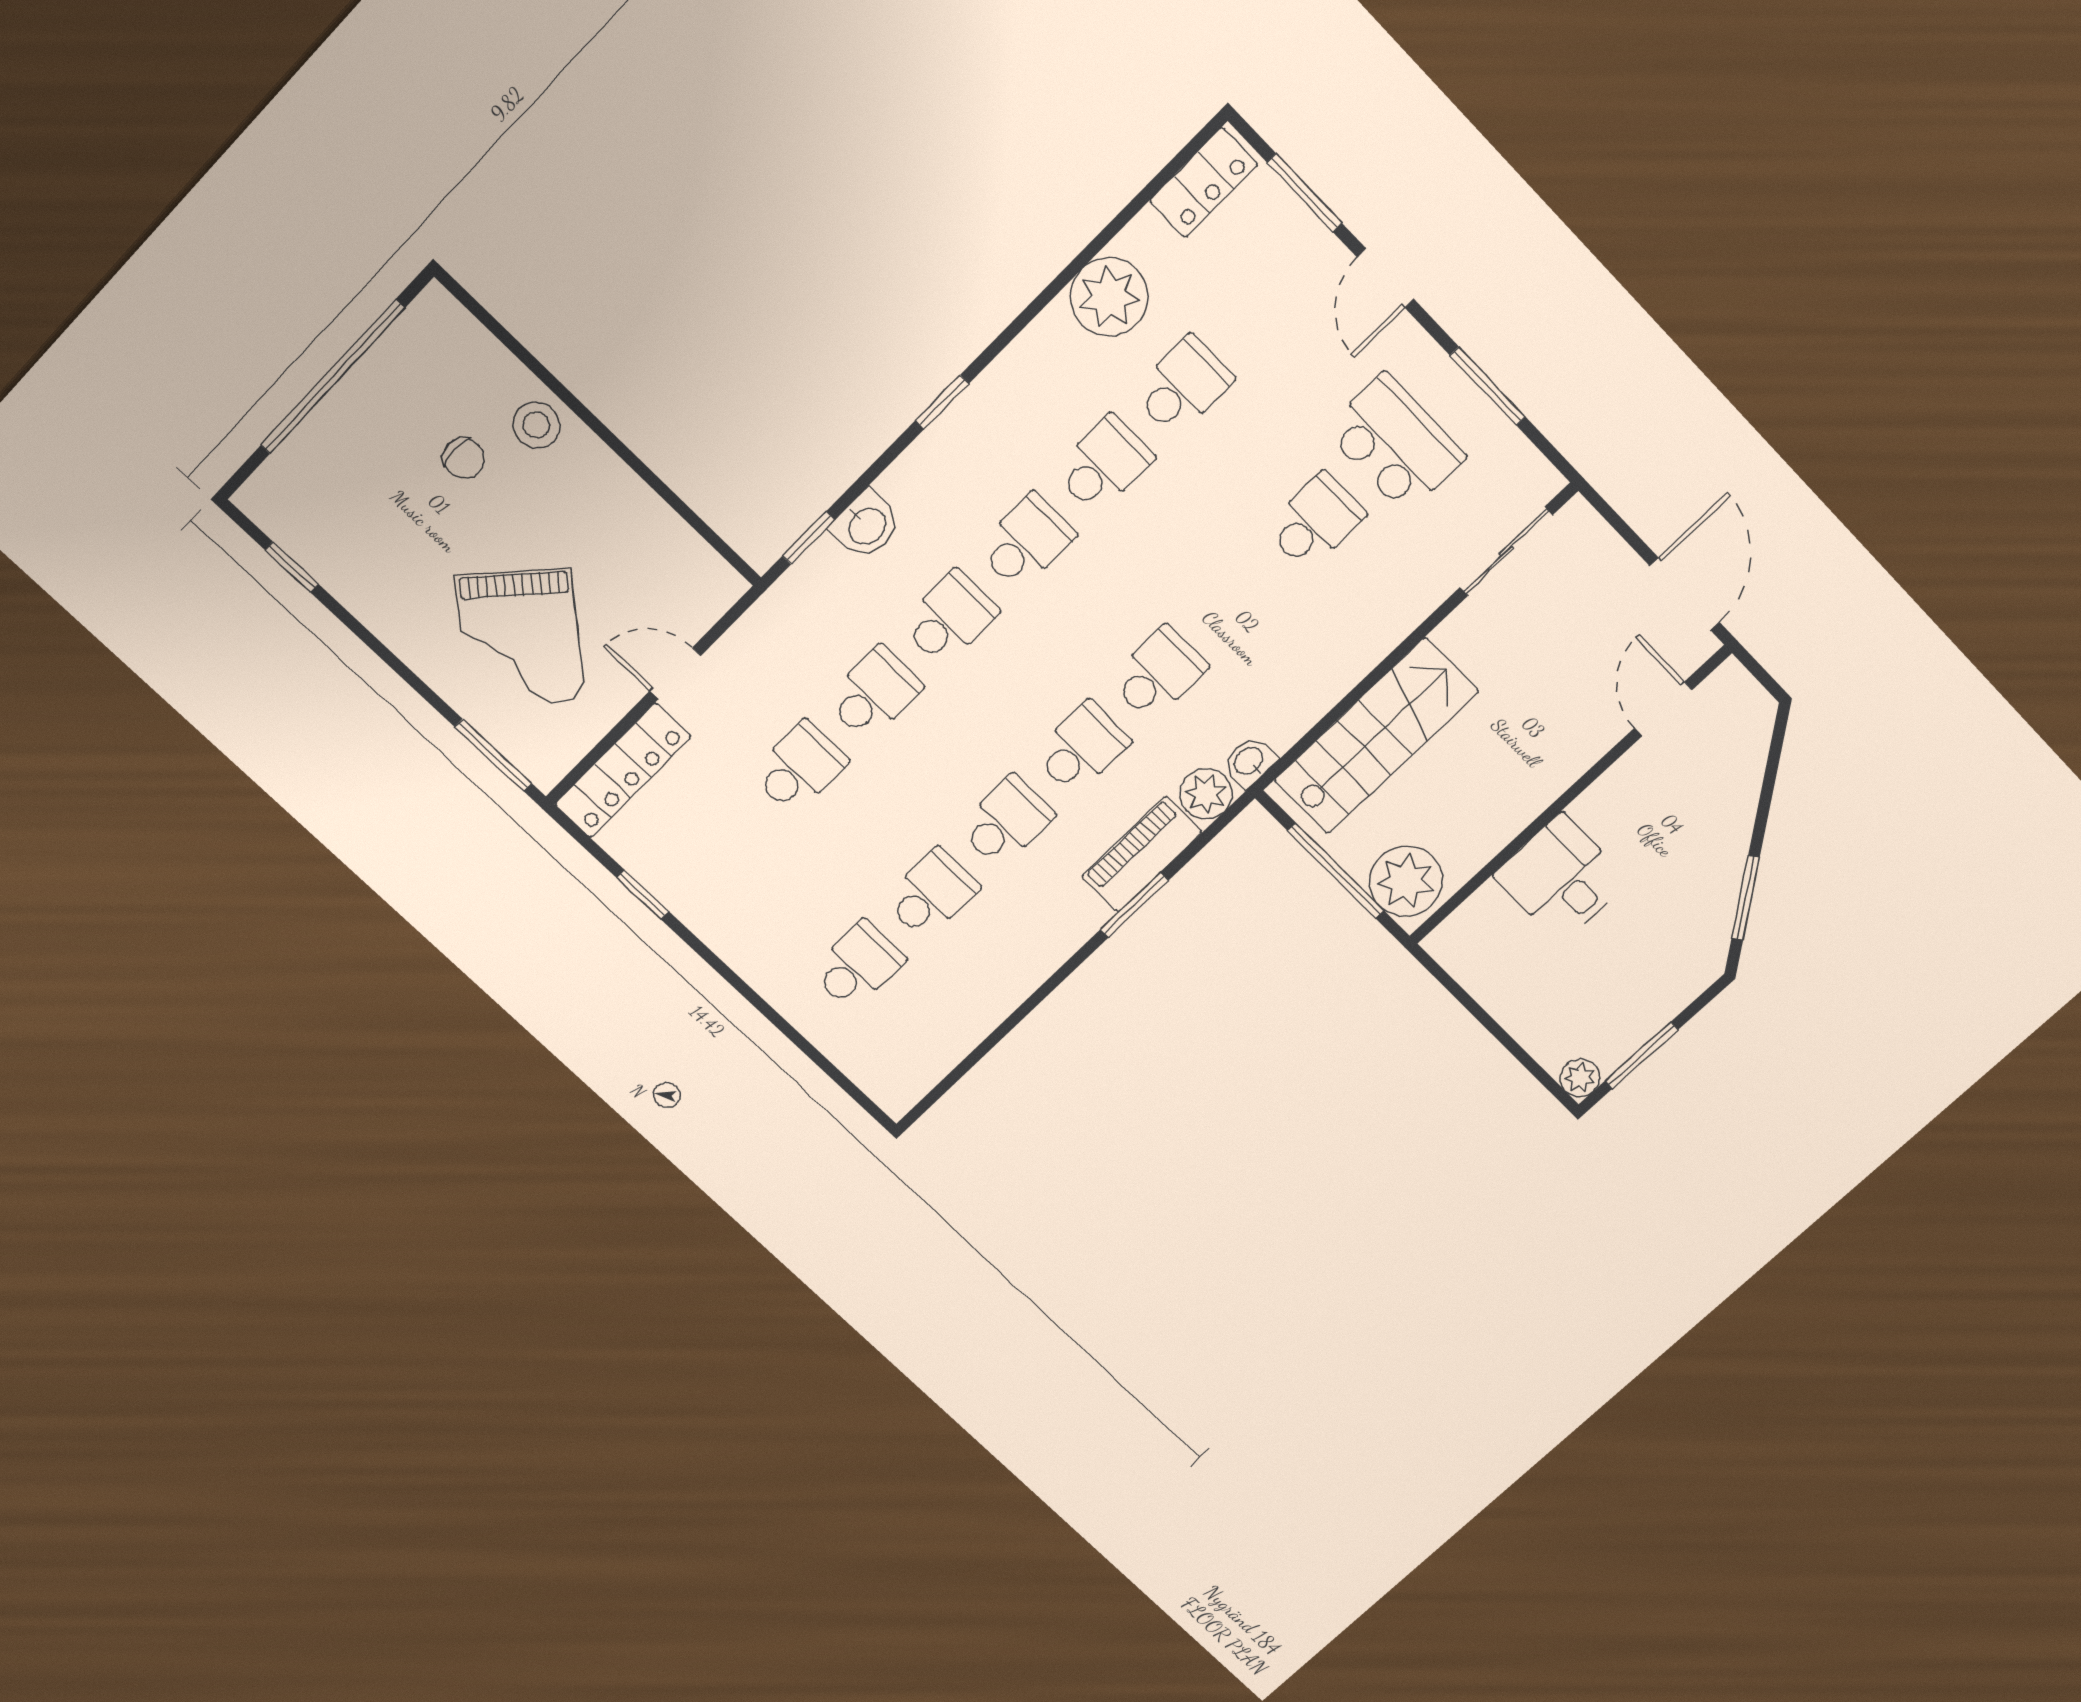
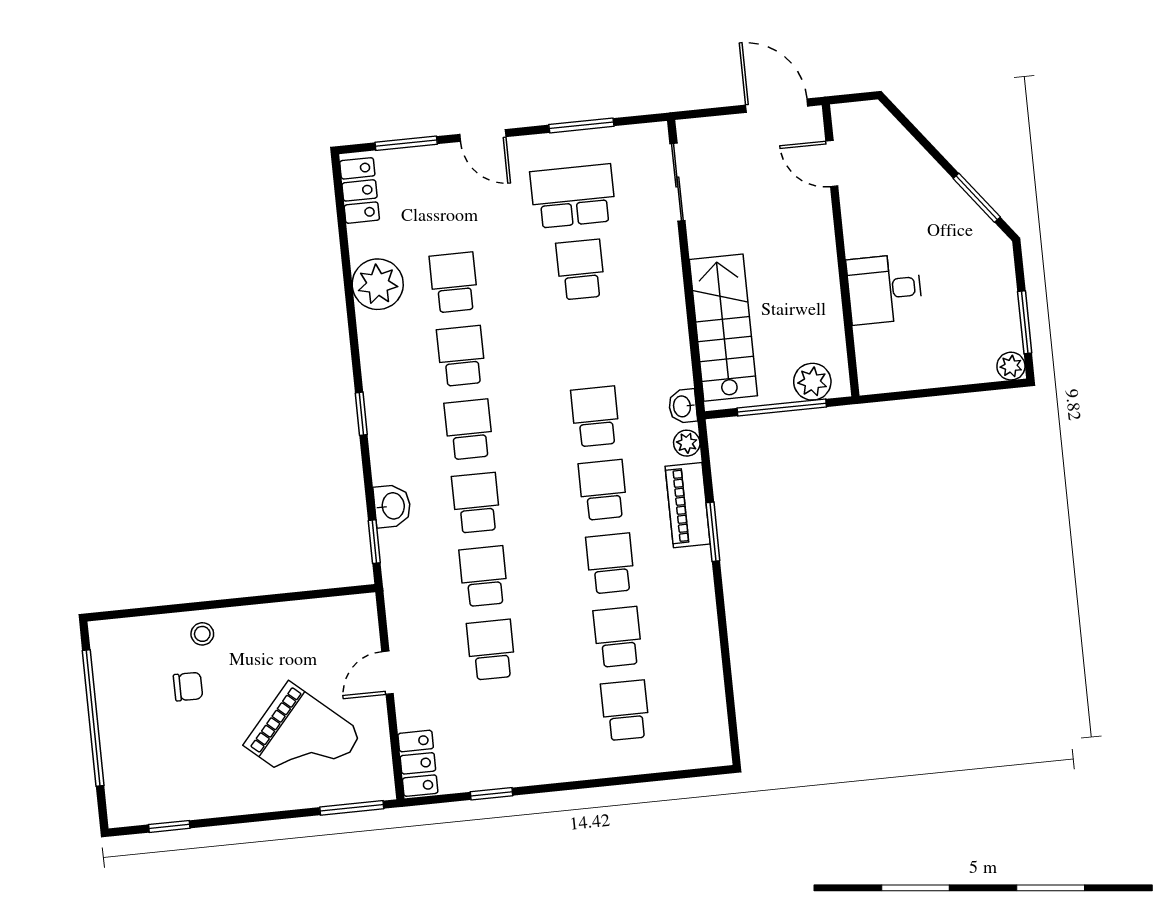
stool: (536, 425) -> (202, 634), width x0.73, depth x0.73
locker: (623, 770) -> (418, 763), width x0.66
plant: (1206, 794) -> (687, 443), width x0.73, depth x0.73
plant: (1406, 881) -> (812, 382), width x0.73, depth x0.73

